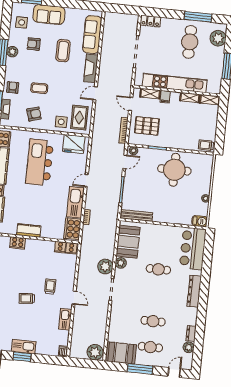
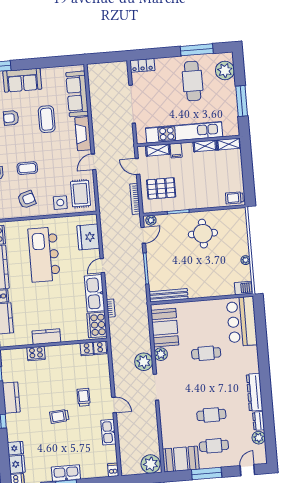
fridge: (74, 144) -> (88, 237), moved, turned 90
round table: (174, 170) -> (203, 234), width x0.73, depth x0.73
dresser: (194, 291) -> (255, 392), moved

